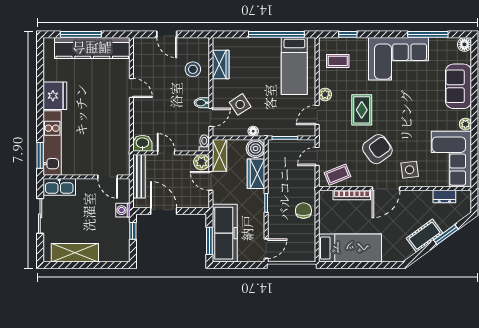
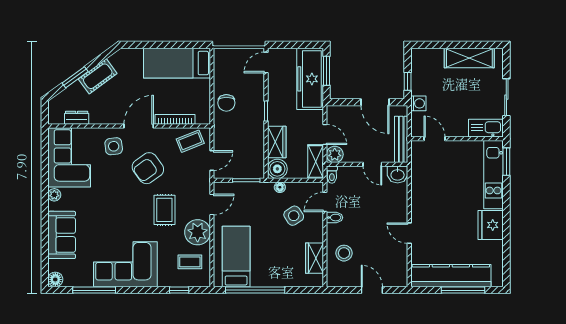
plant: (325, 94) -> (198, 232), width x1.88, depth x1.88

